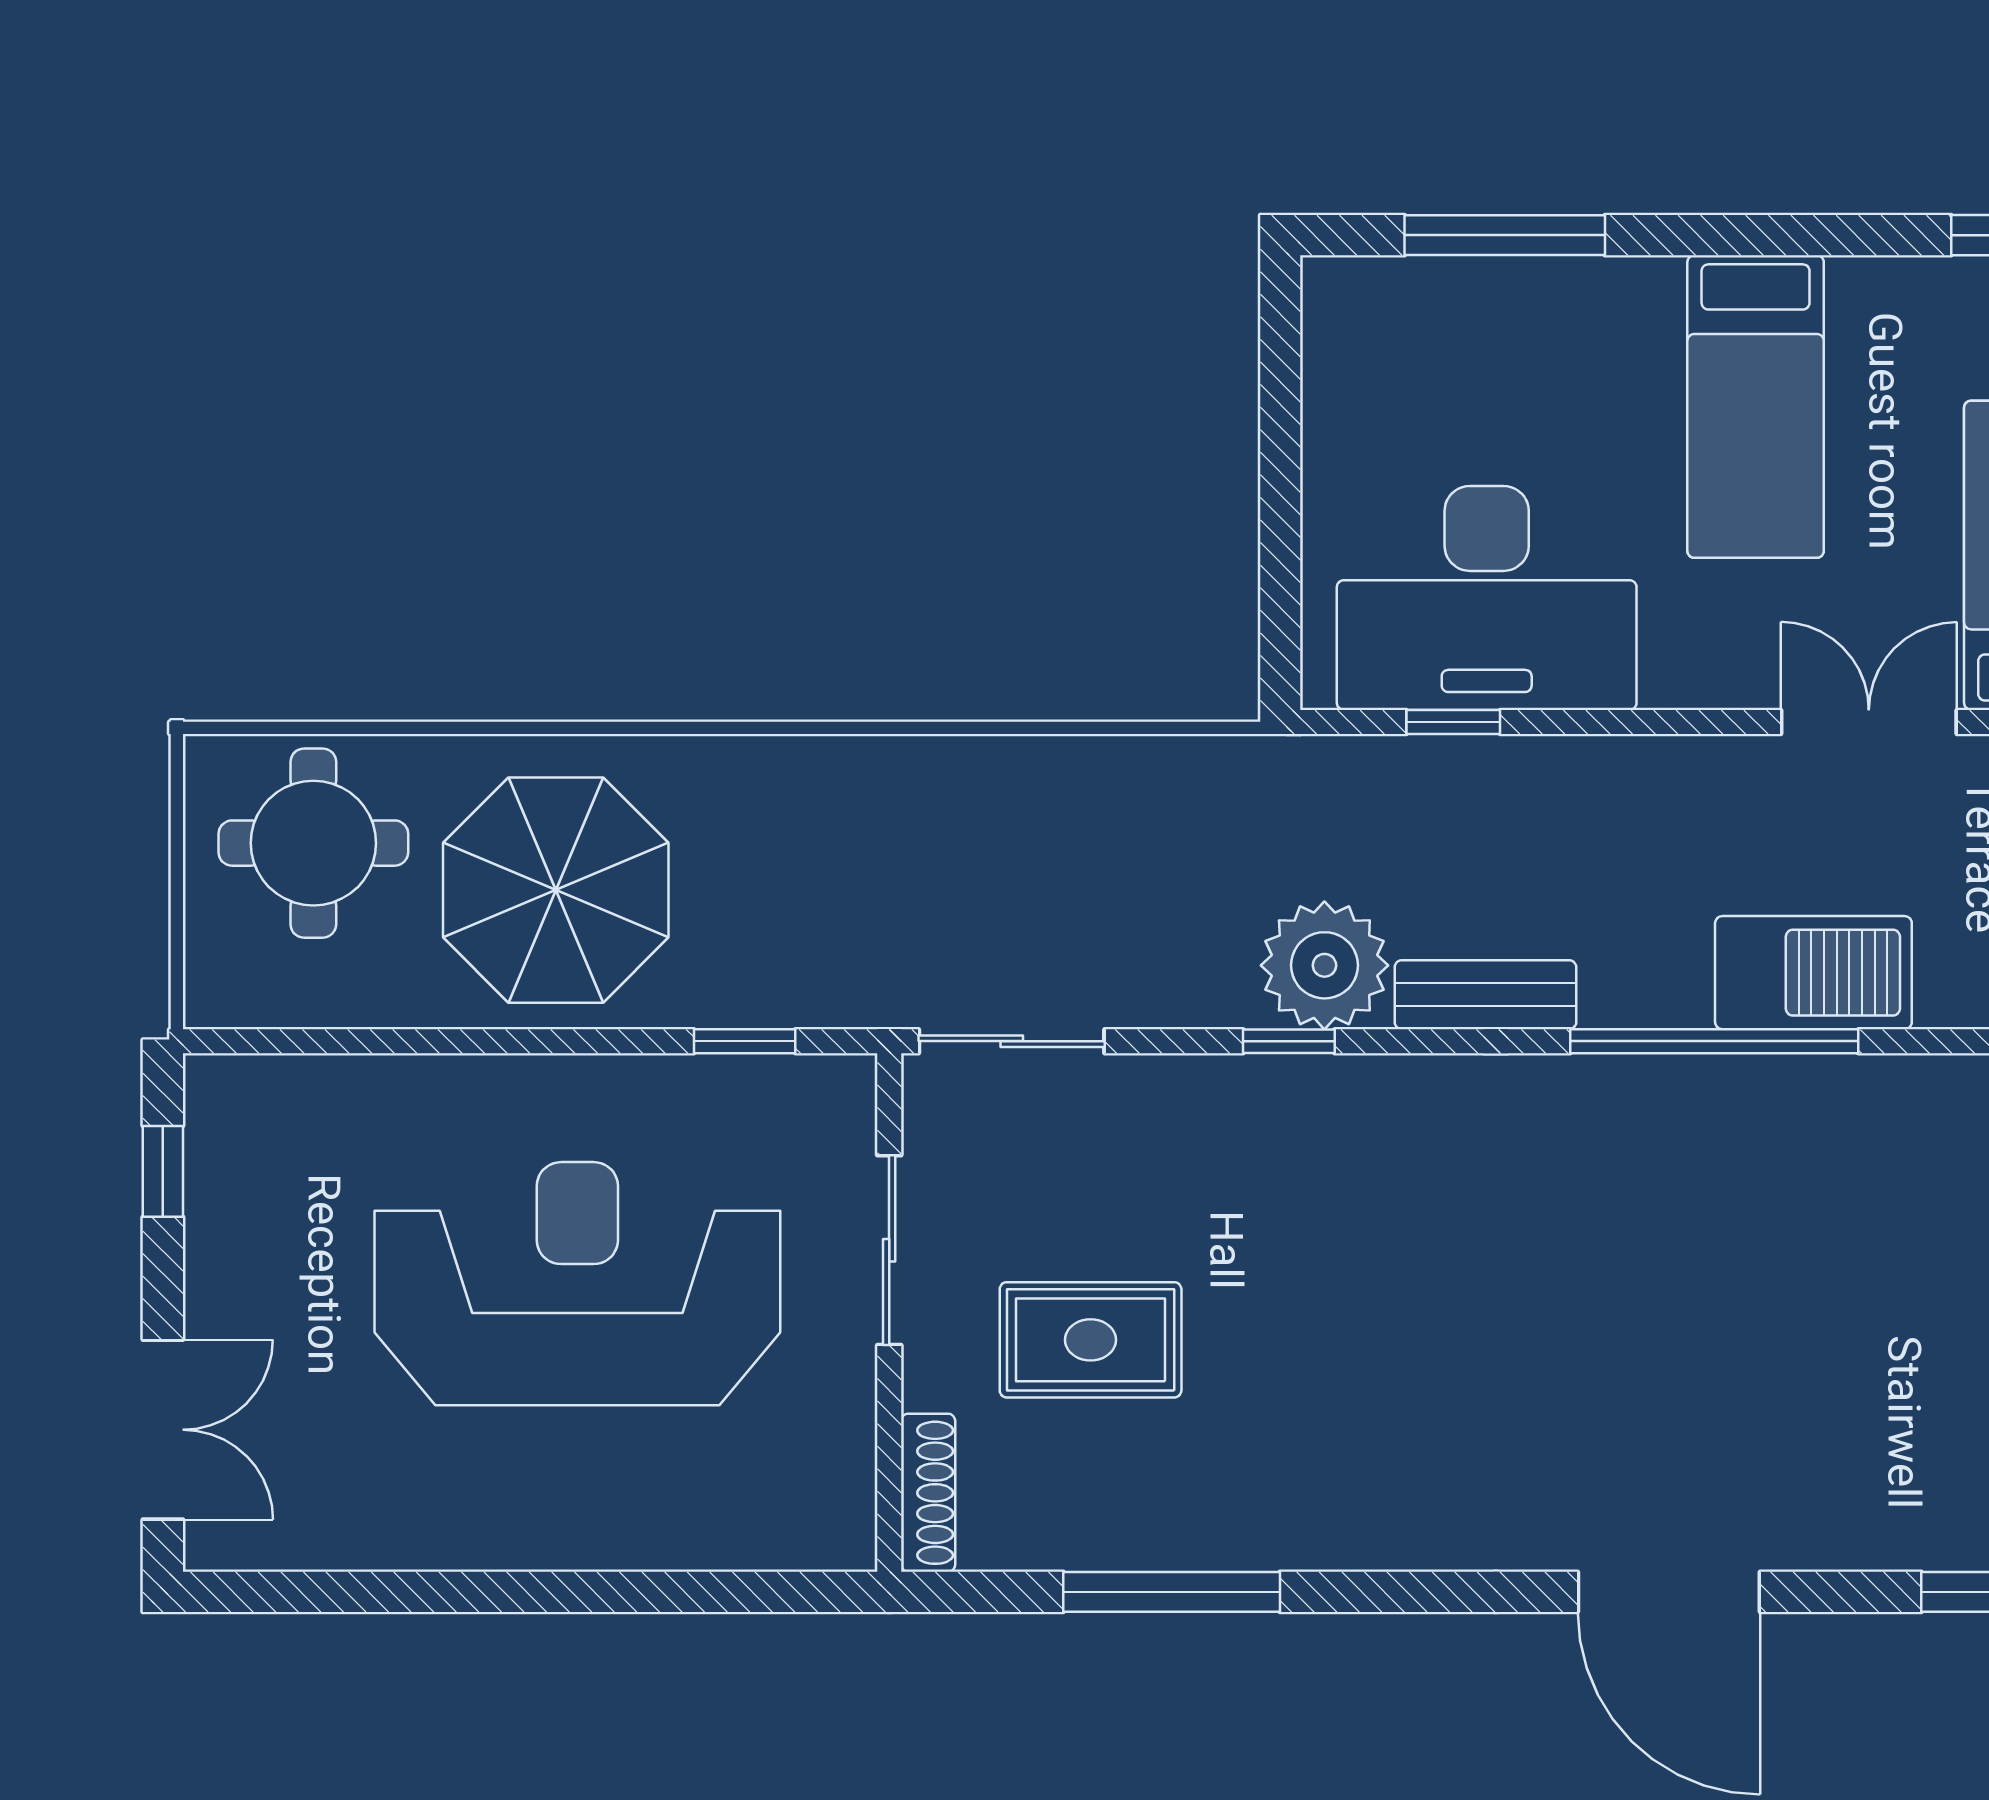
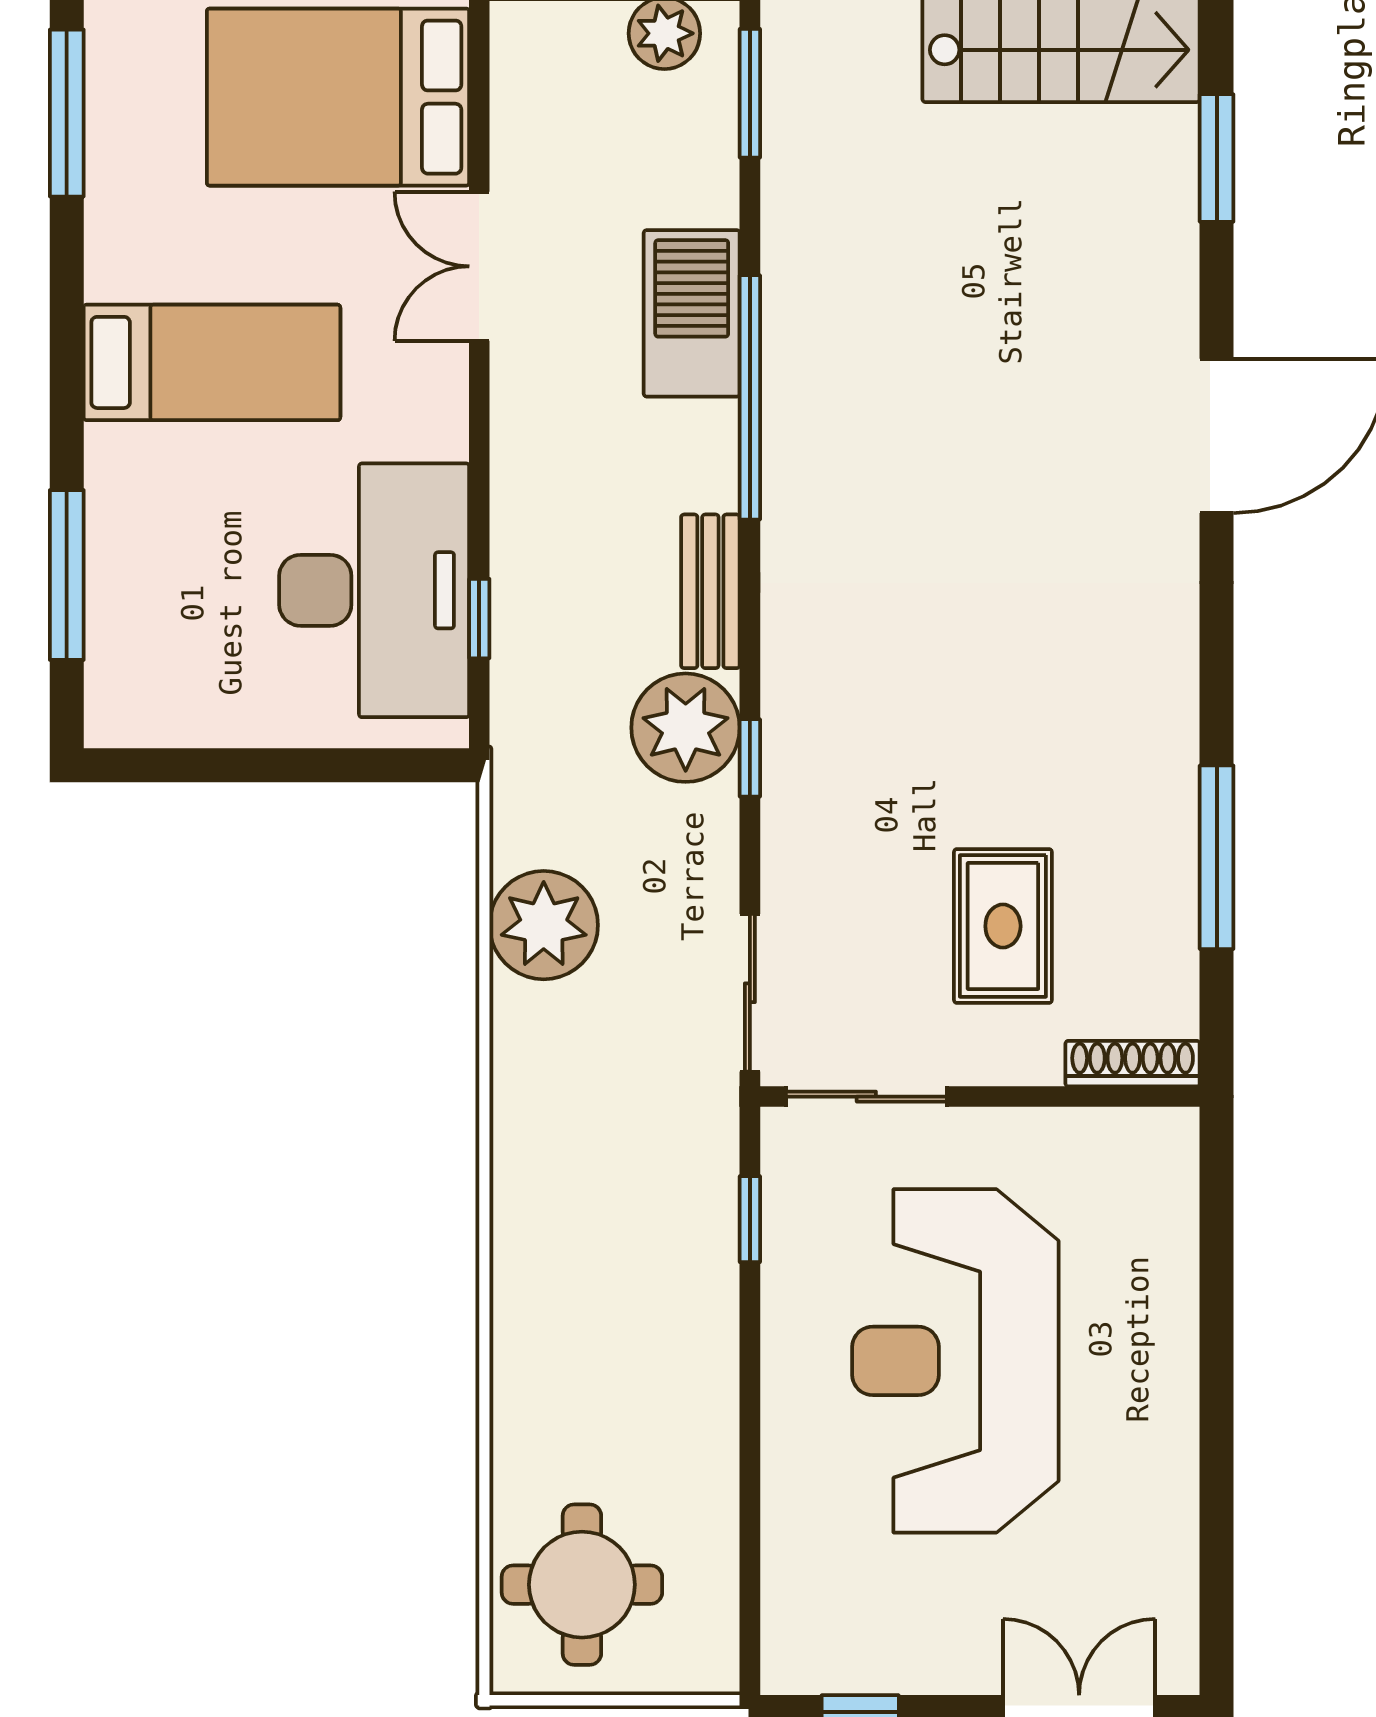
plant: (1092, 798) -> (544, 925), added
parasol: (556, 890) -> (622, 1379), removed
sliding door: (889, 1250) -> (866, 1097), moved

